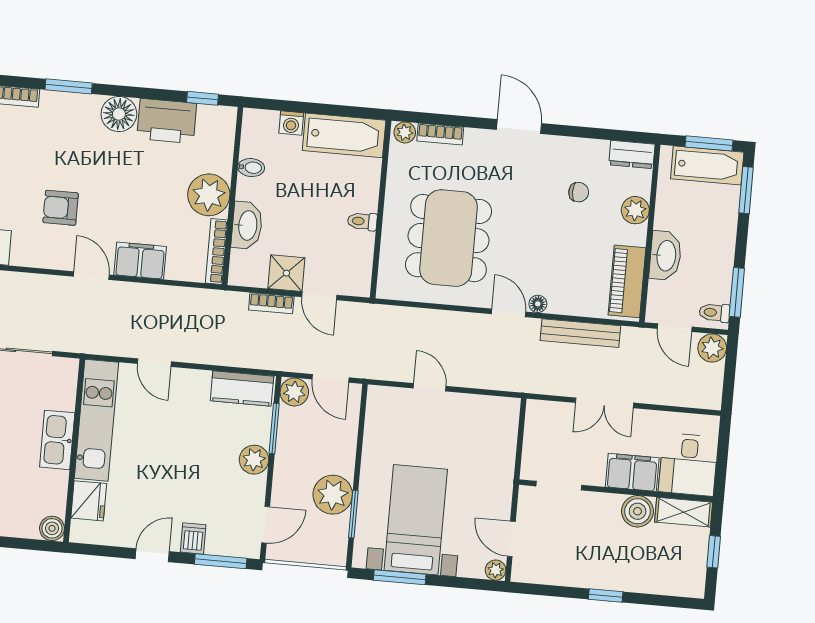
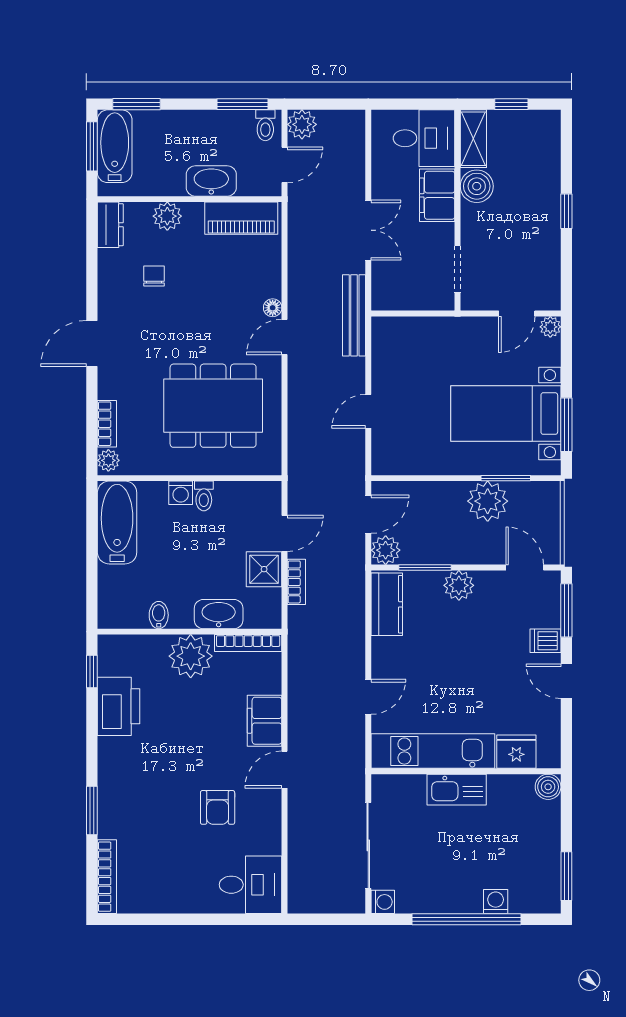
floor lamp: (119, 114) -> (116, 756), removed
washing machine: (291, 123) -> (181, 493), moved, turned 90
bench: (580, 333) -> (354, 315), moved

